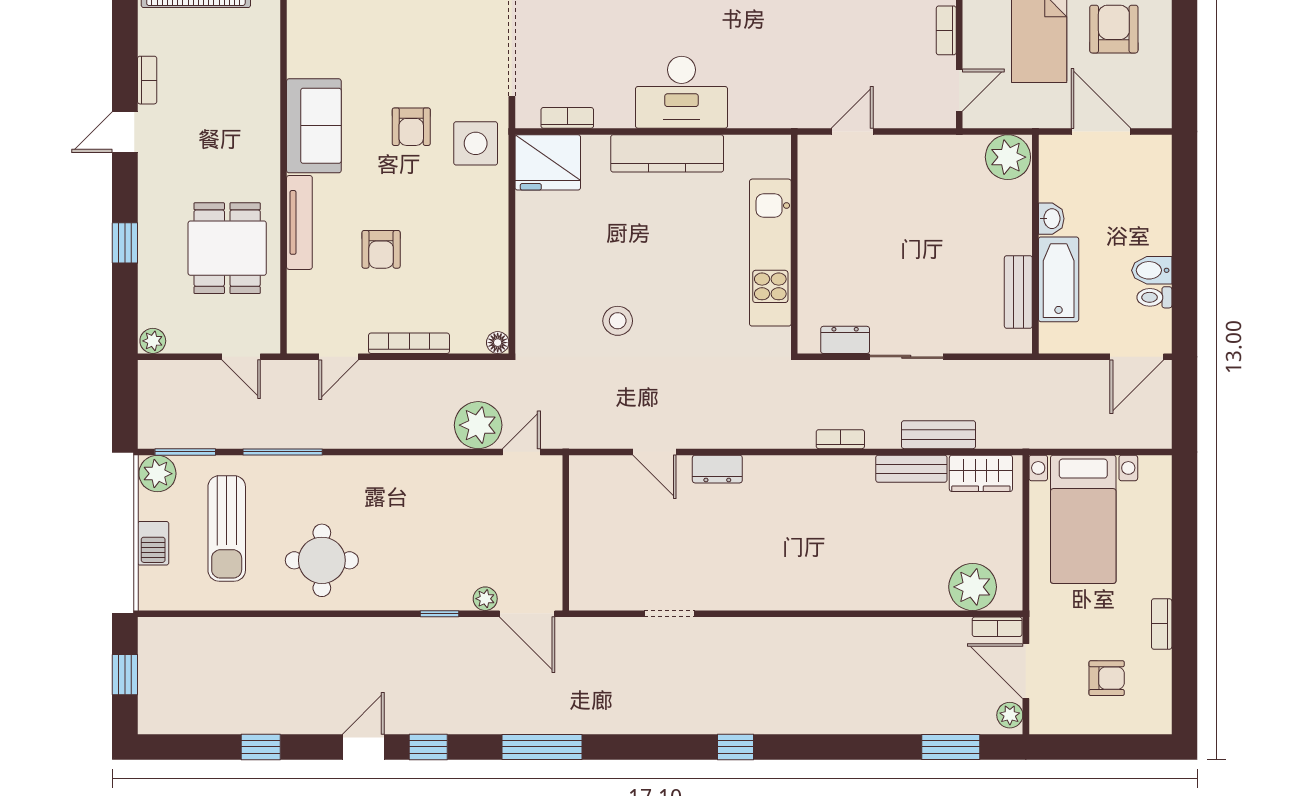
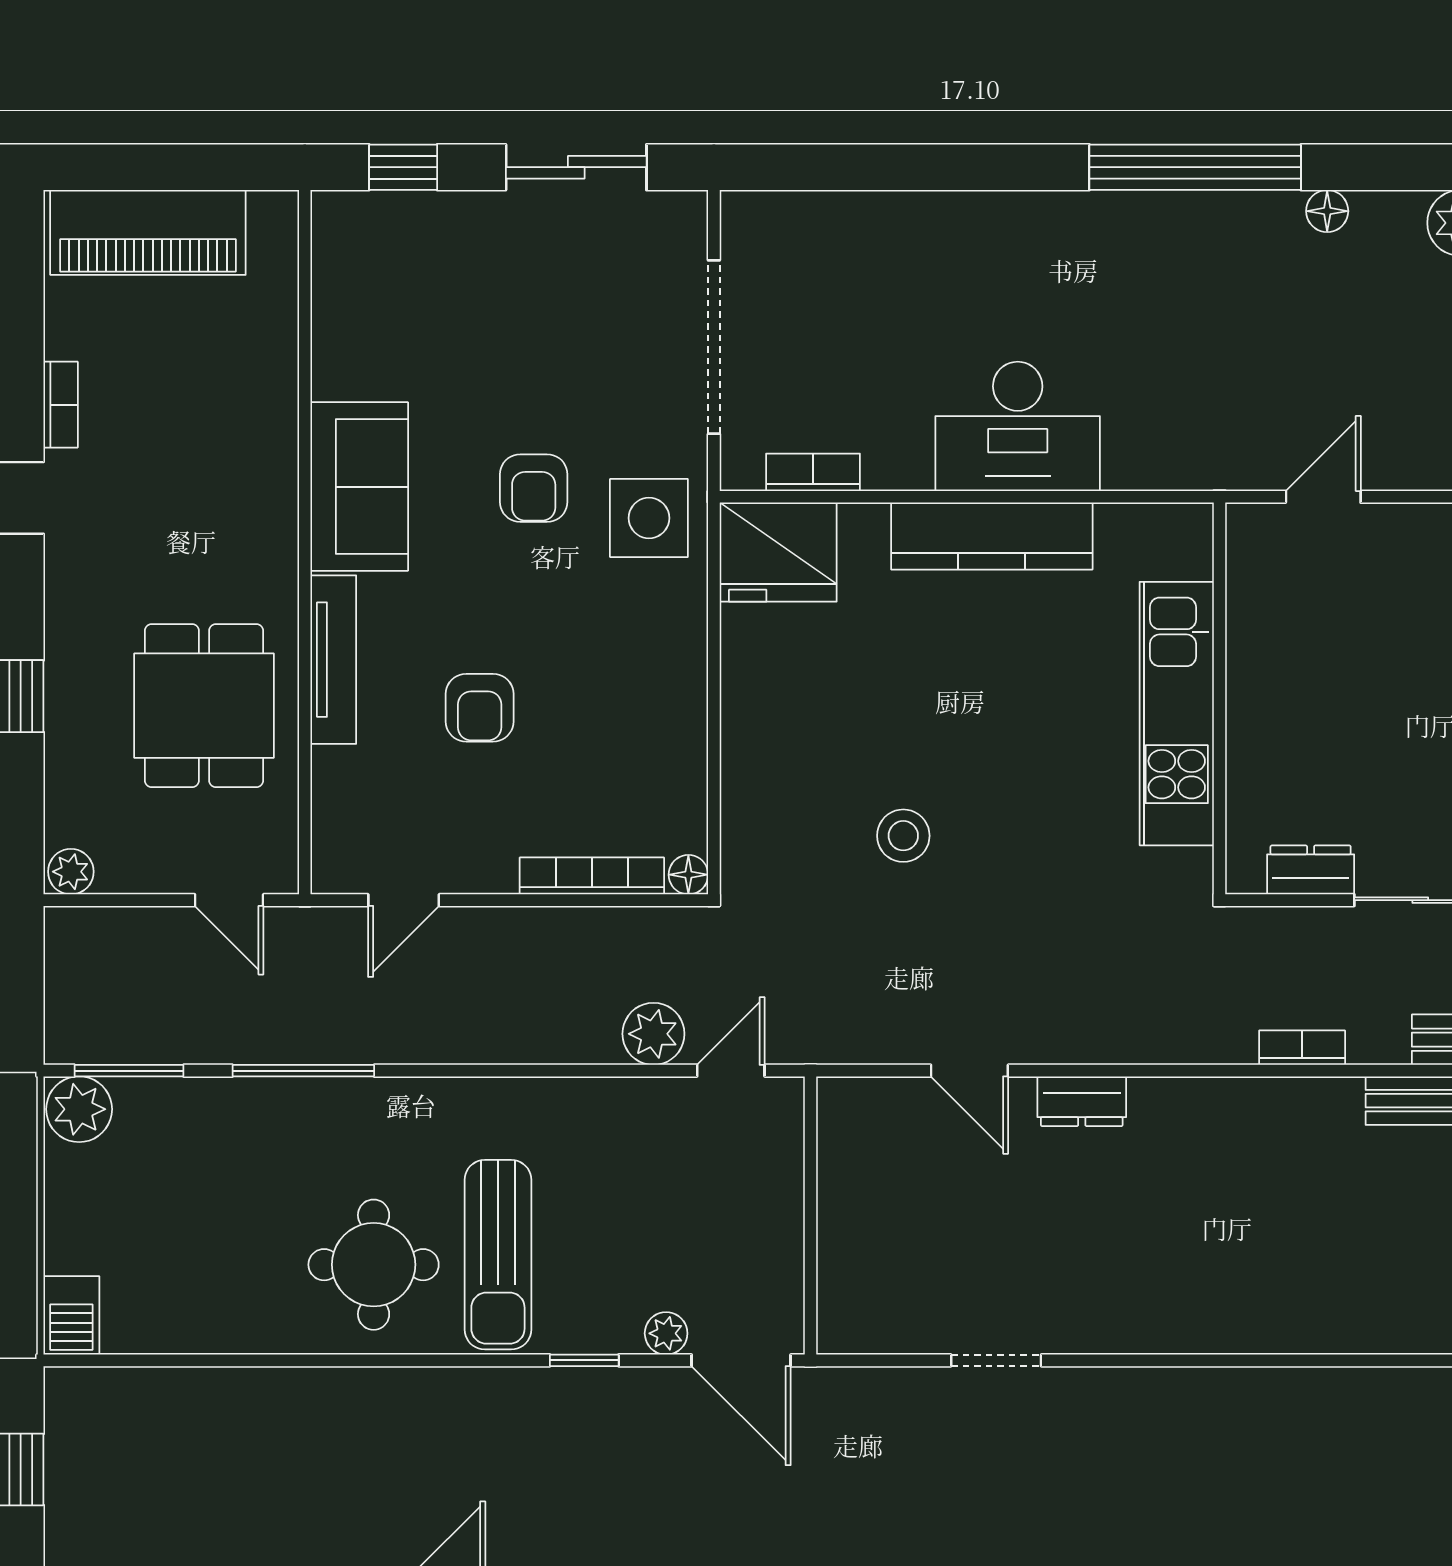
bookcase: (409, 343) -> (592, 876), moved
plant: (478, 425) -> (653, 1034), width x0.73, depth x0.73
sun lounger: (227, 528) -> (498, 1255), moved
barbecue: (153, 543) -> (71, 1315), moved

